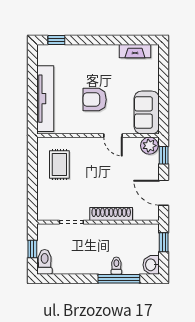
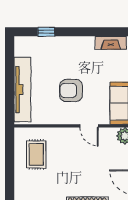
window: (56, 40) -> (46, 32), moved

